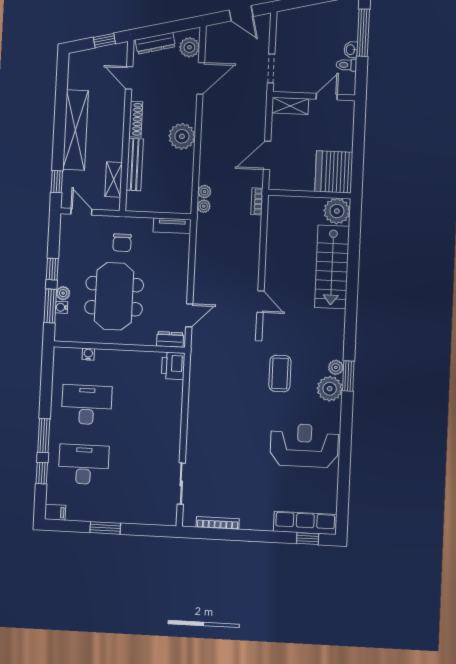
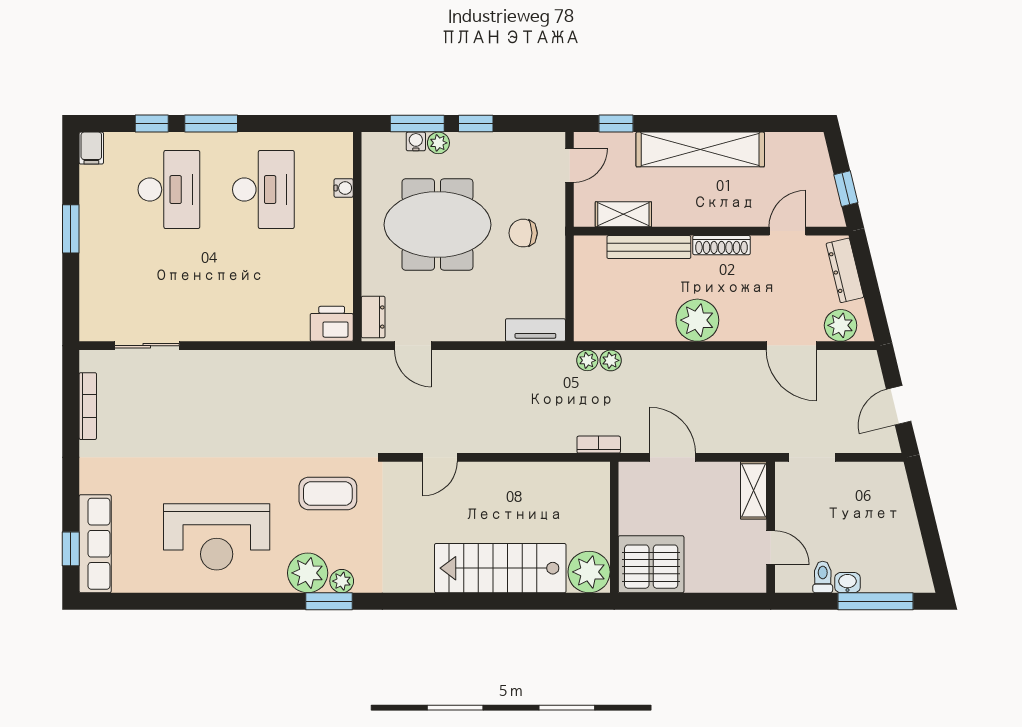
tv unit: (172, 226) -> (535, 330), moved, turned 90
reception desk: (304, 445) -> (217, 537), turned 90

